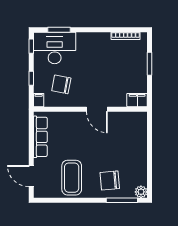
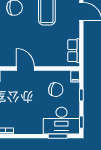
row of seats: (40, 137) -> (74, 51), width x0.68

